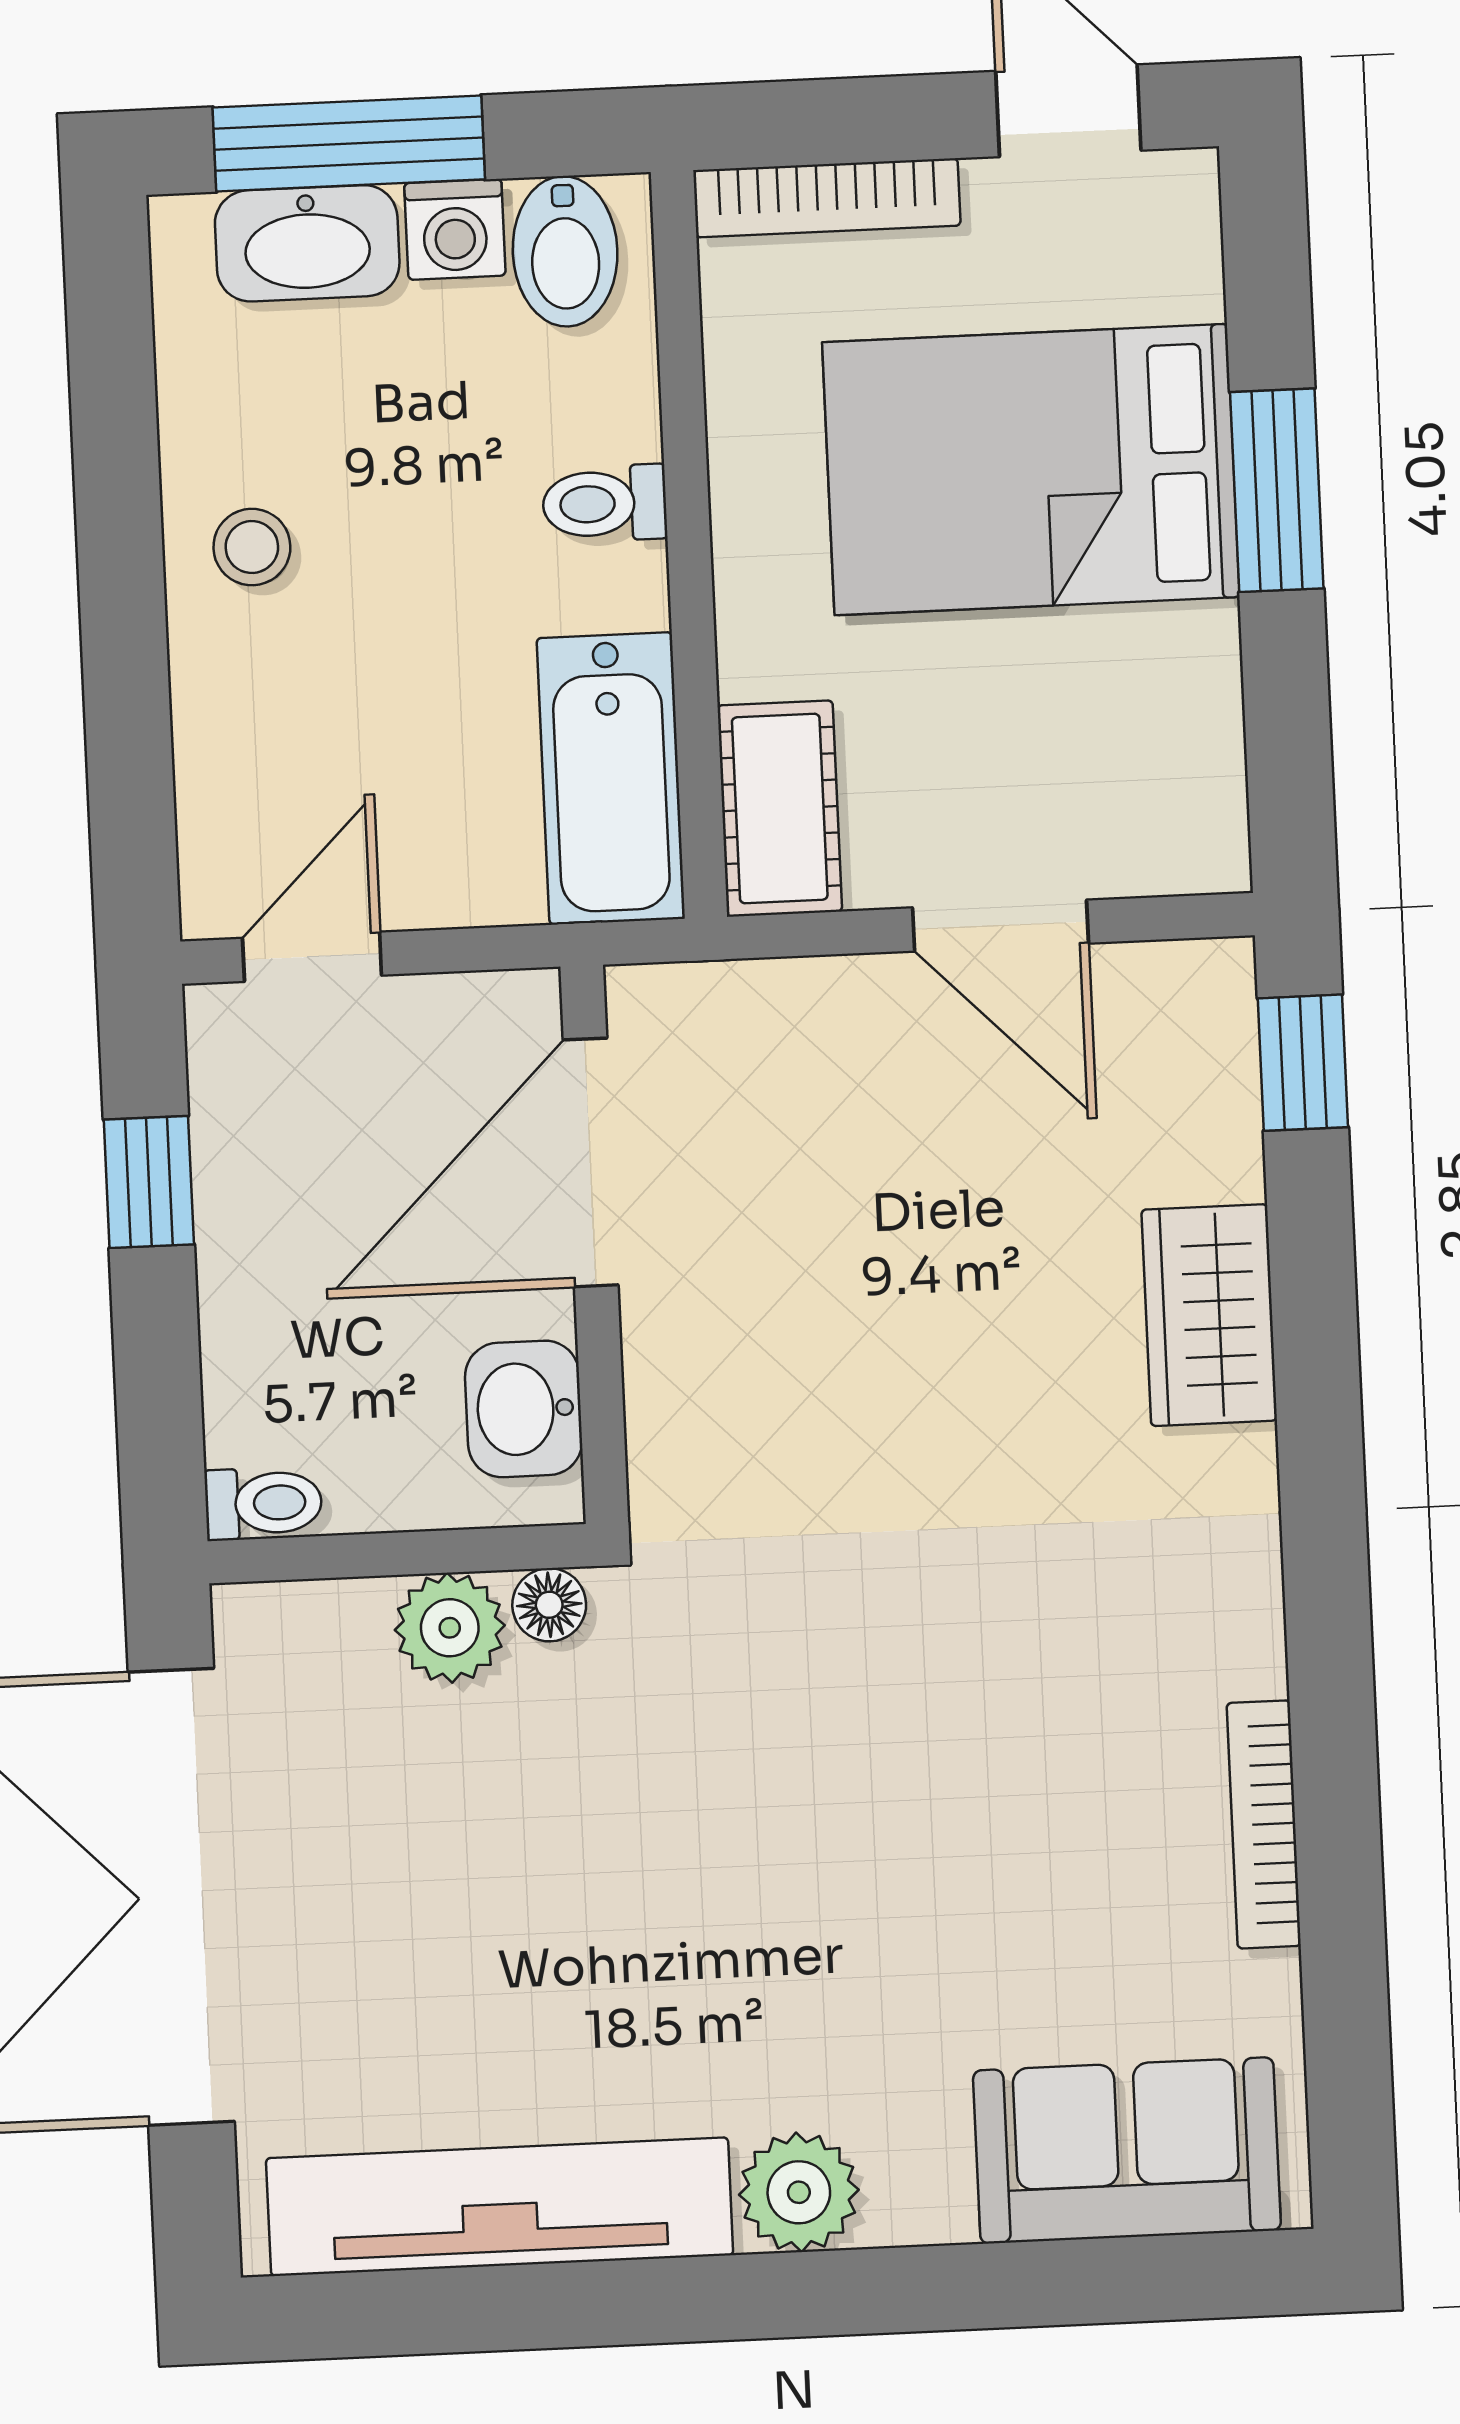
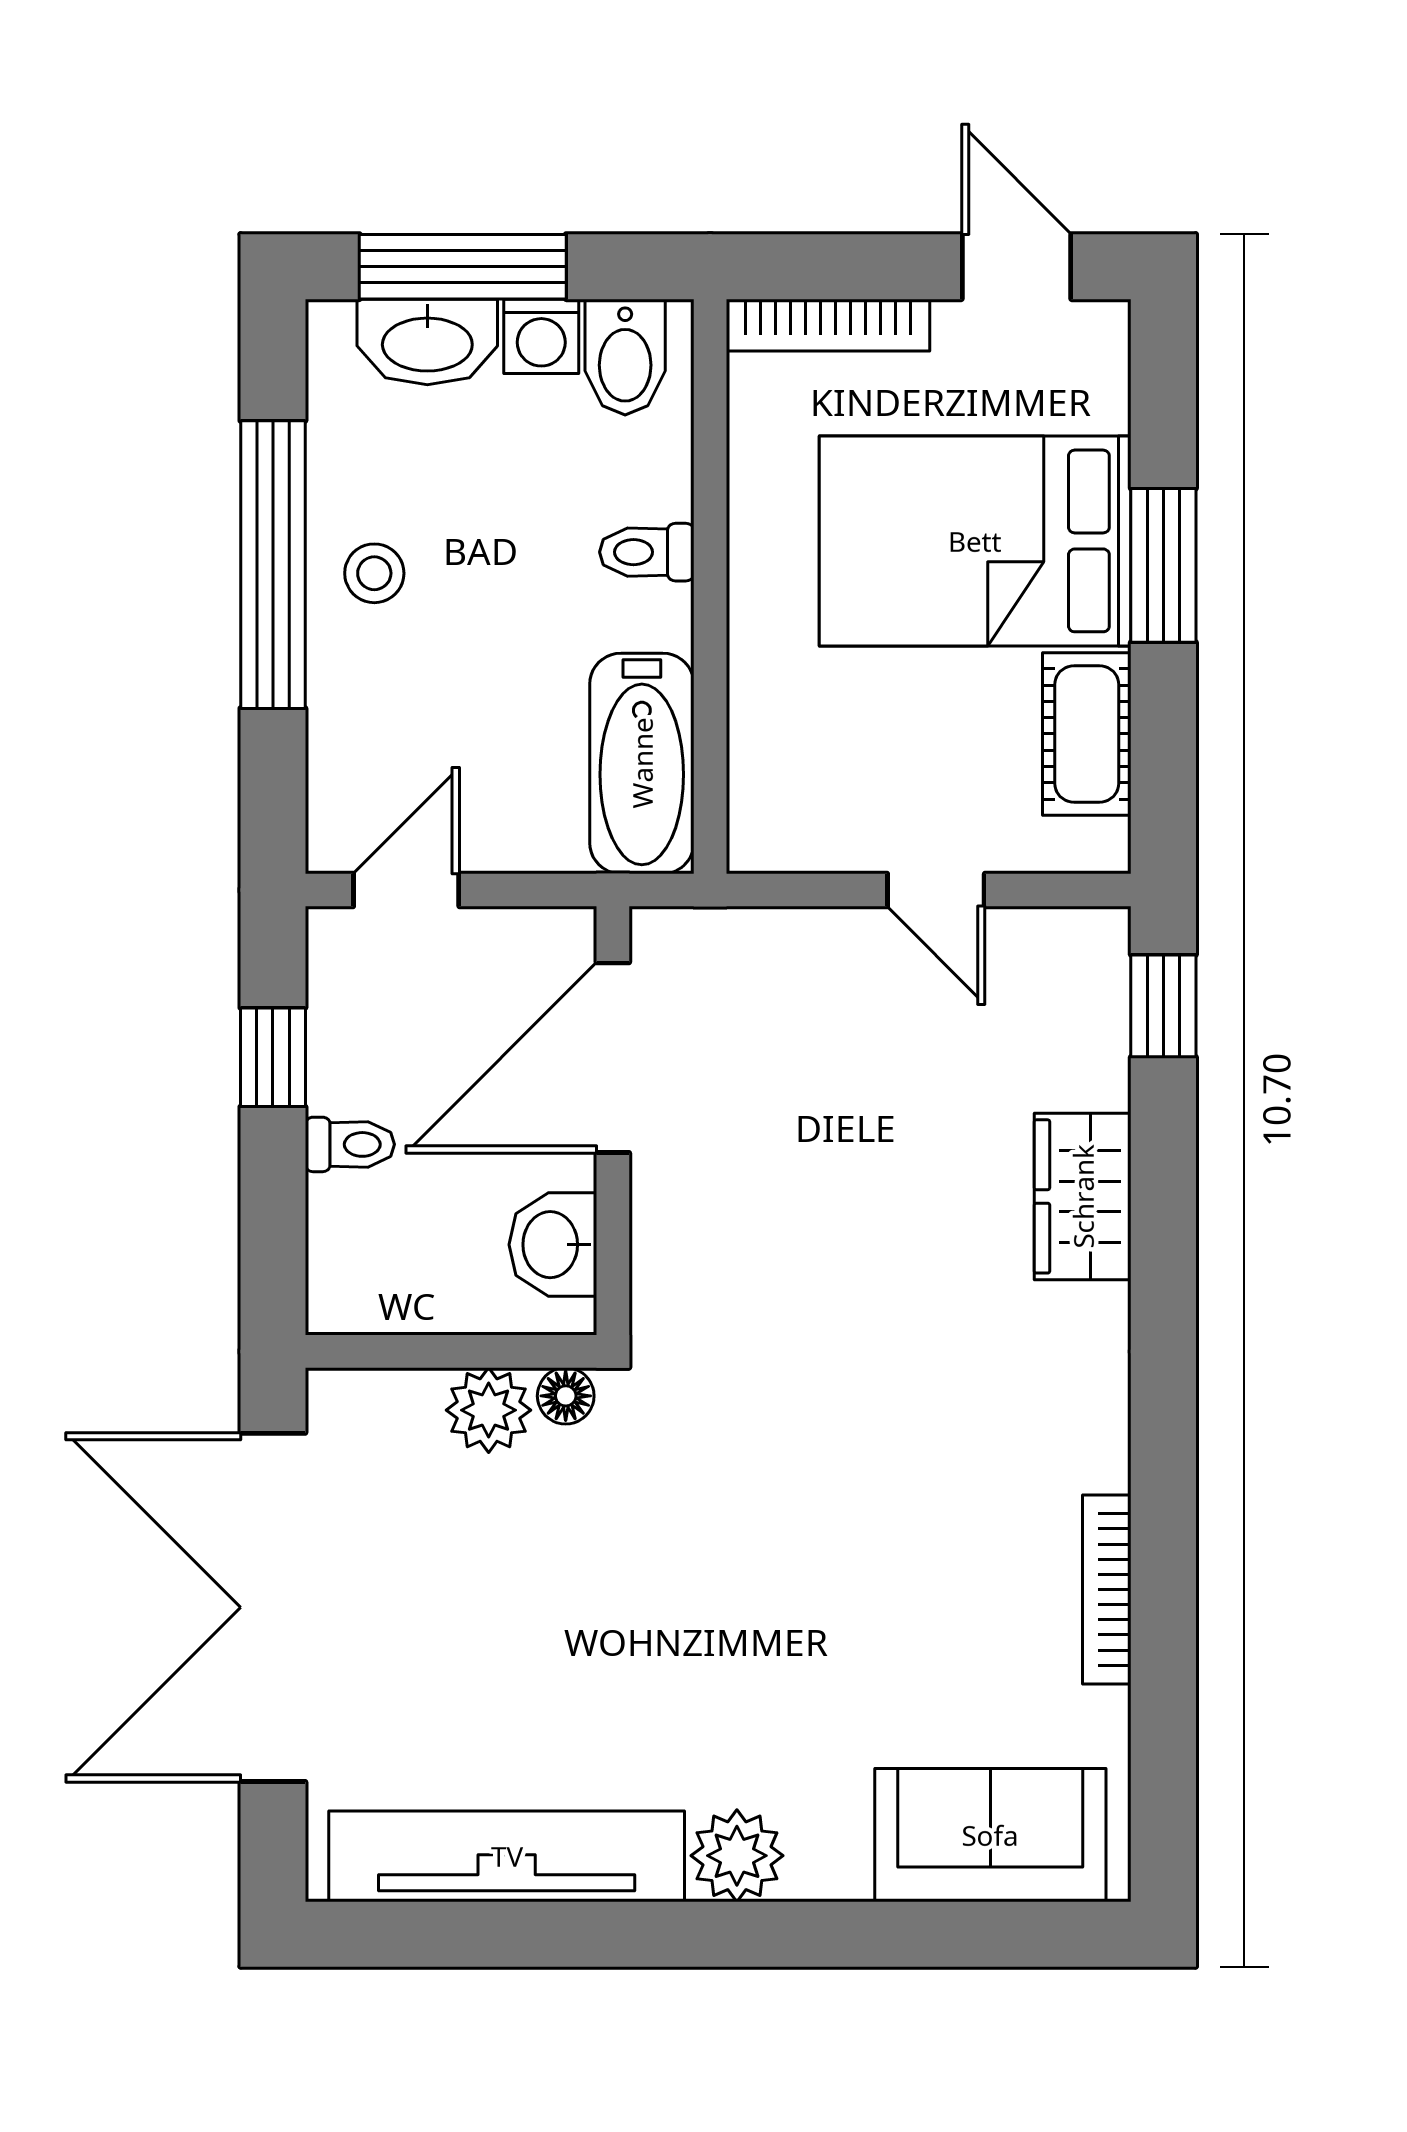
window: (120, 542) -> (273, 565), added
cot: (780, 808) -> (1087, 734), moved
door: (1000, 926) -> (936, 890), width x0.73
toilet: (263, 1503) -> (350, 1144), moved

